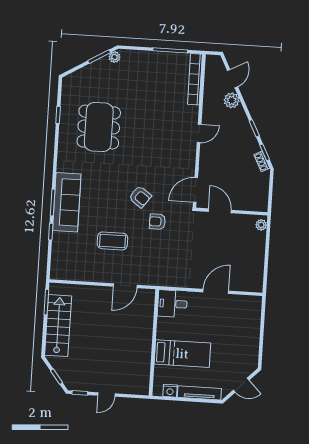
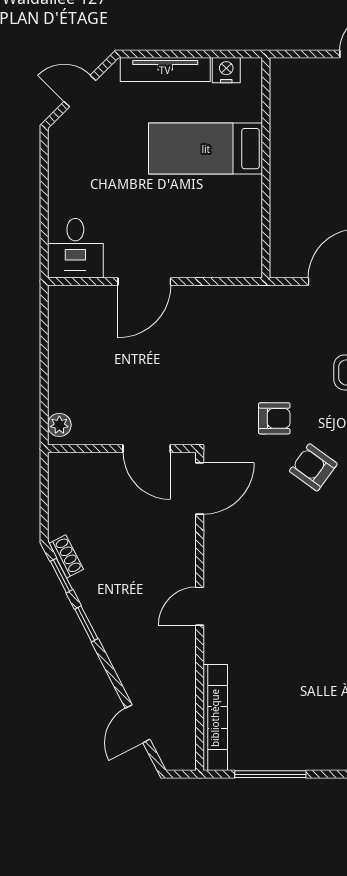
plant: (232, 100) -> (137, 679), removed
desk: (172, 304) -> (75, 248), moved, turned 90

